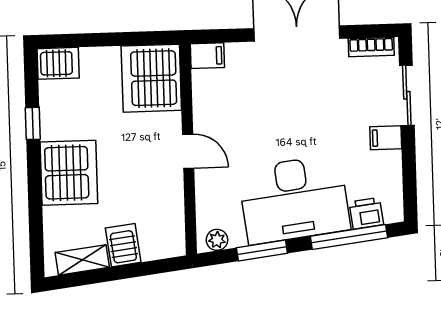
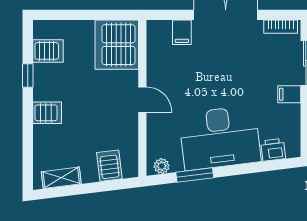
filing cabinet: (207, 56) -> (182, 32), moved, turned 90
server rack: (58, 63) -> (48, 51), moved
server rack: (69, 173) -> (47, 113), width x0.46, depth x0.70
window: (349, 237) -> (260, 167), removed
server rack: (123, 245) -> (109, 166), moved

